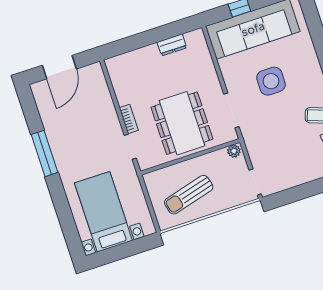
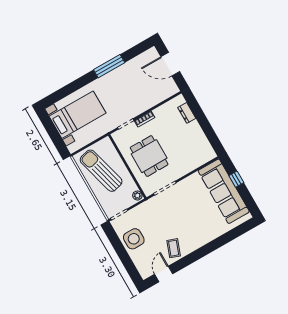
dresser: (172, 45) -> (187, 113), moved
side table: (271, 81) -> (134, 239), moved
dining table: (182, 123) -> (149, 156), width x0.73
sun lounger: (189, 195) -> (101, 171), width x1.36, depth x1.34

